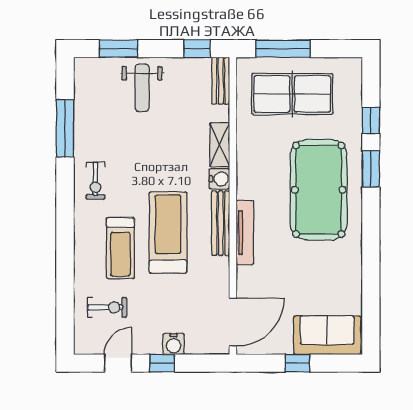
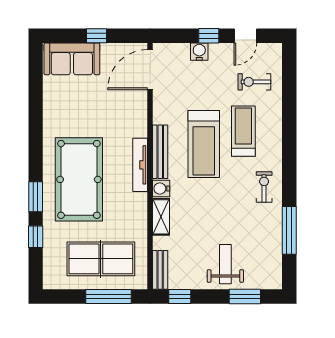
tv unit: (245, 232) -> (140, 165), moved

